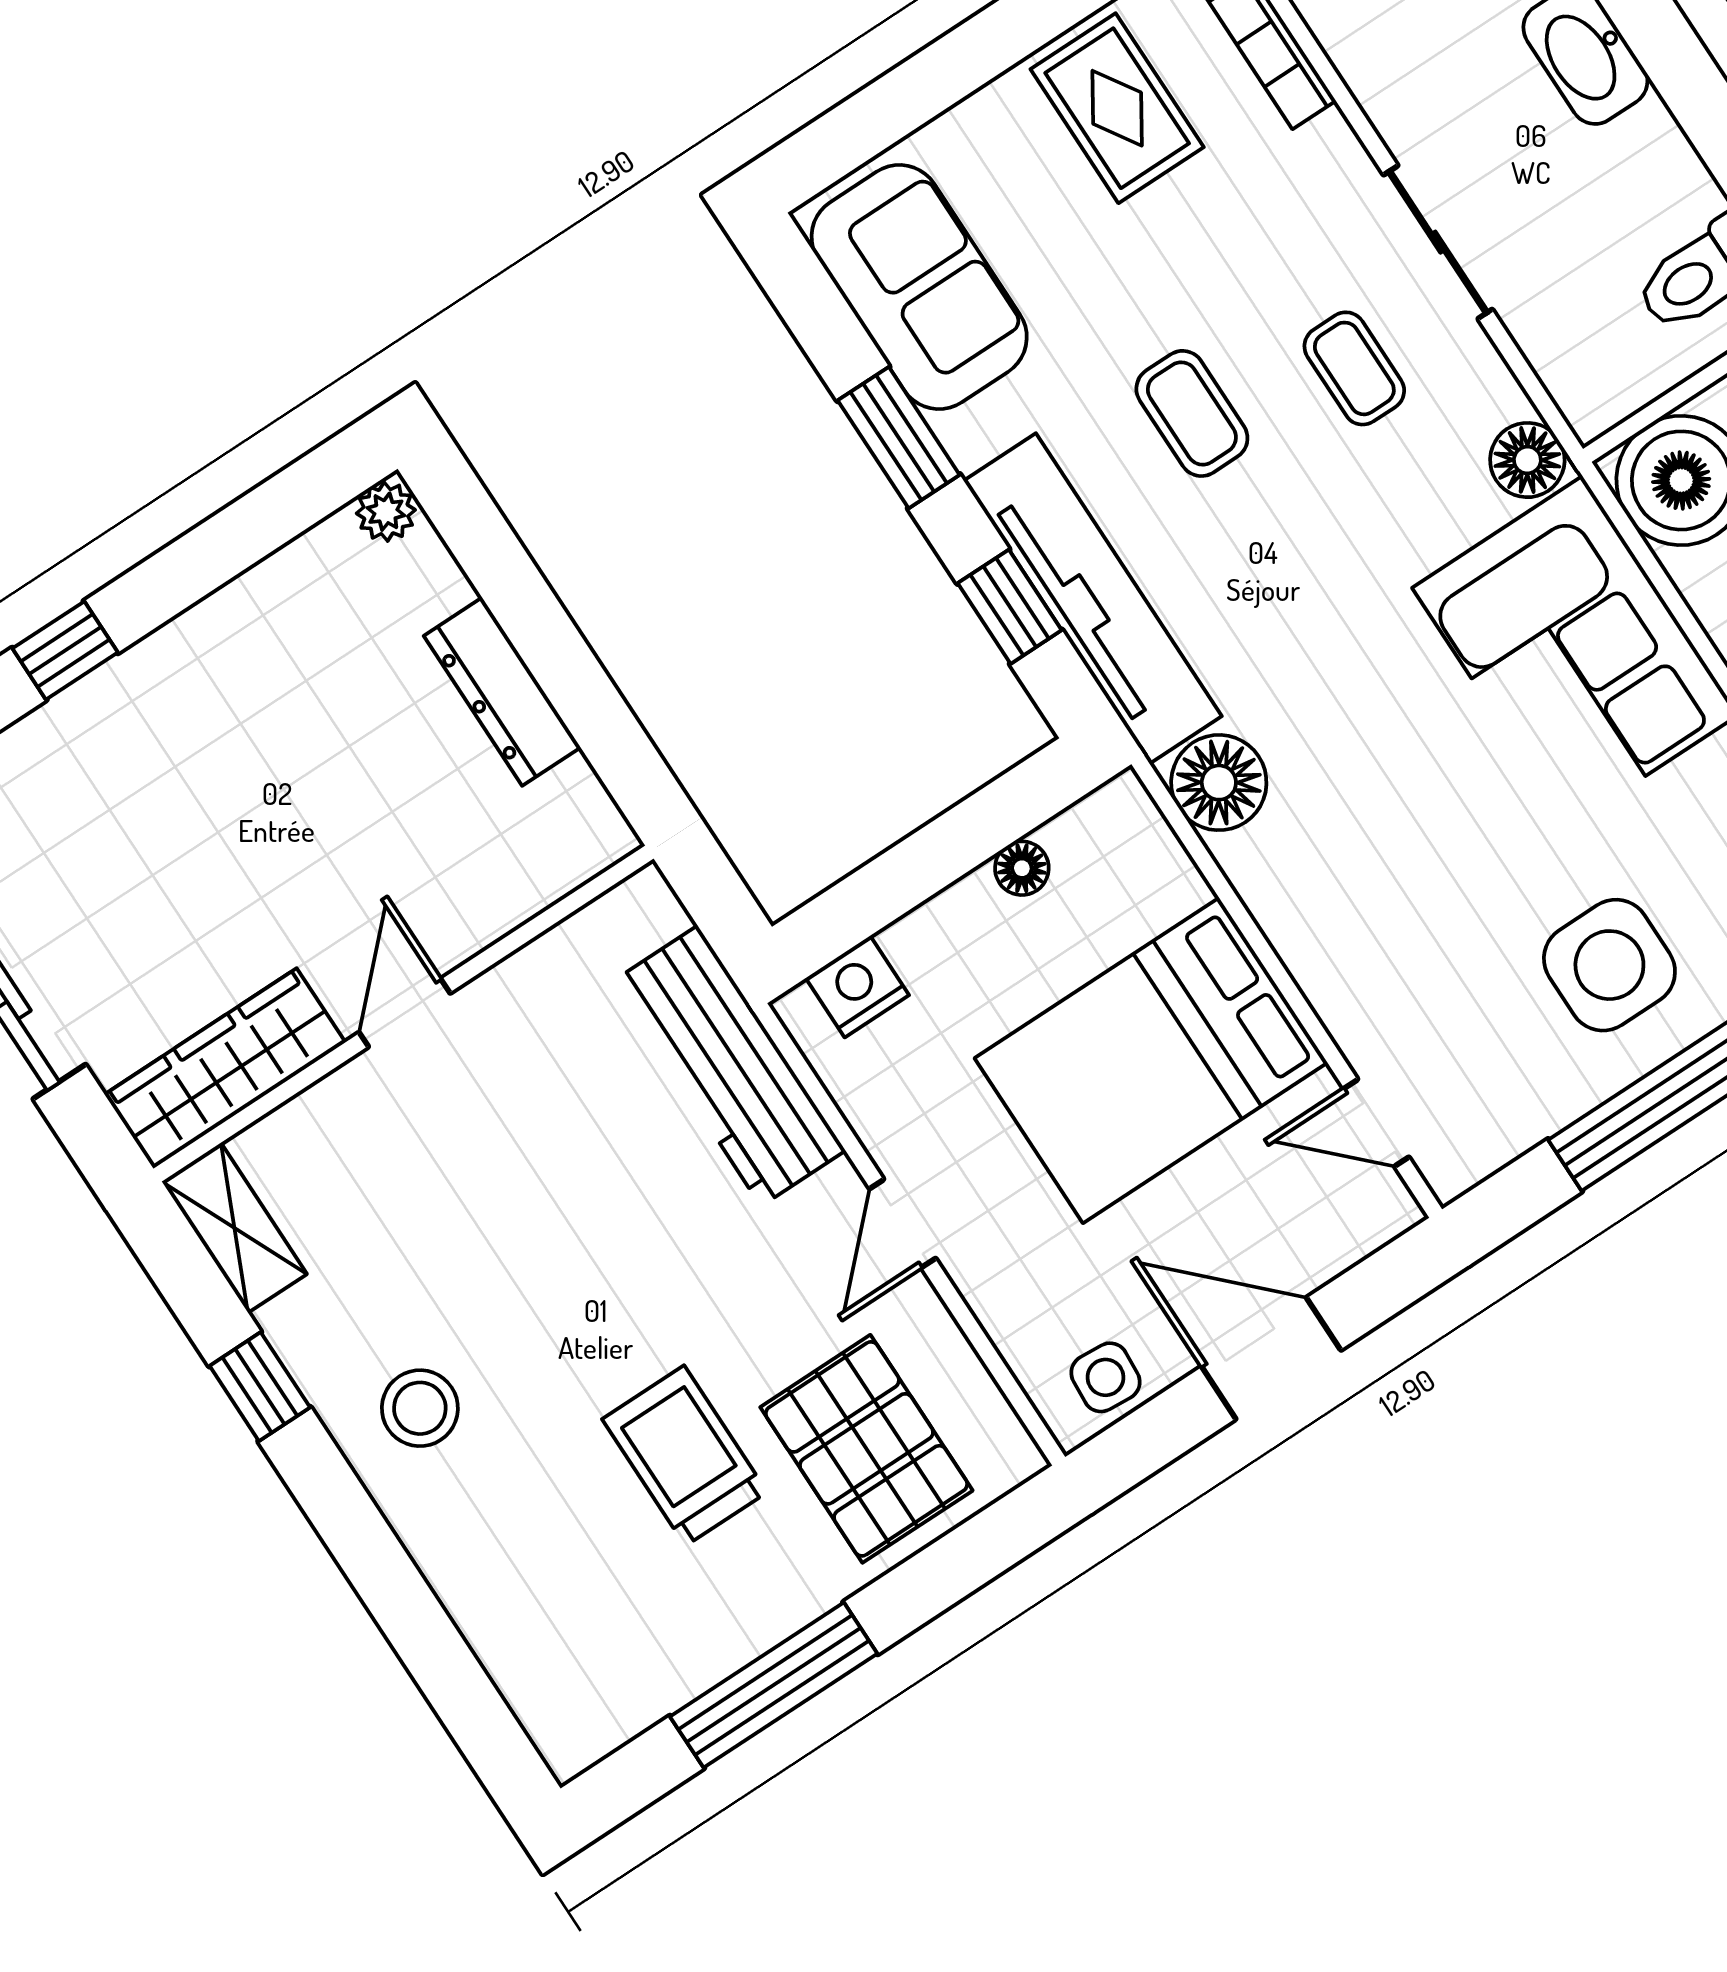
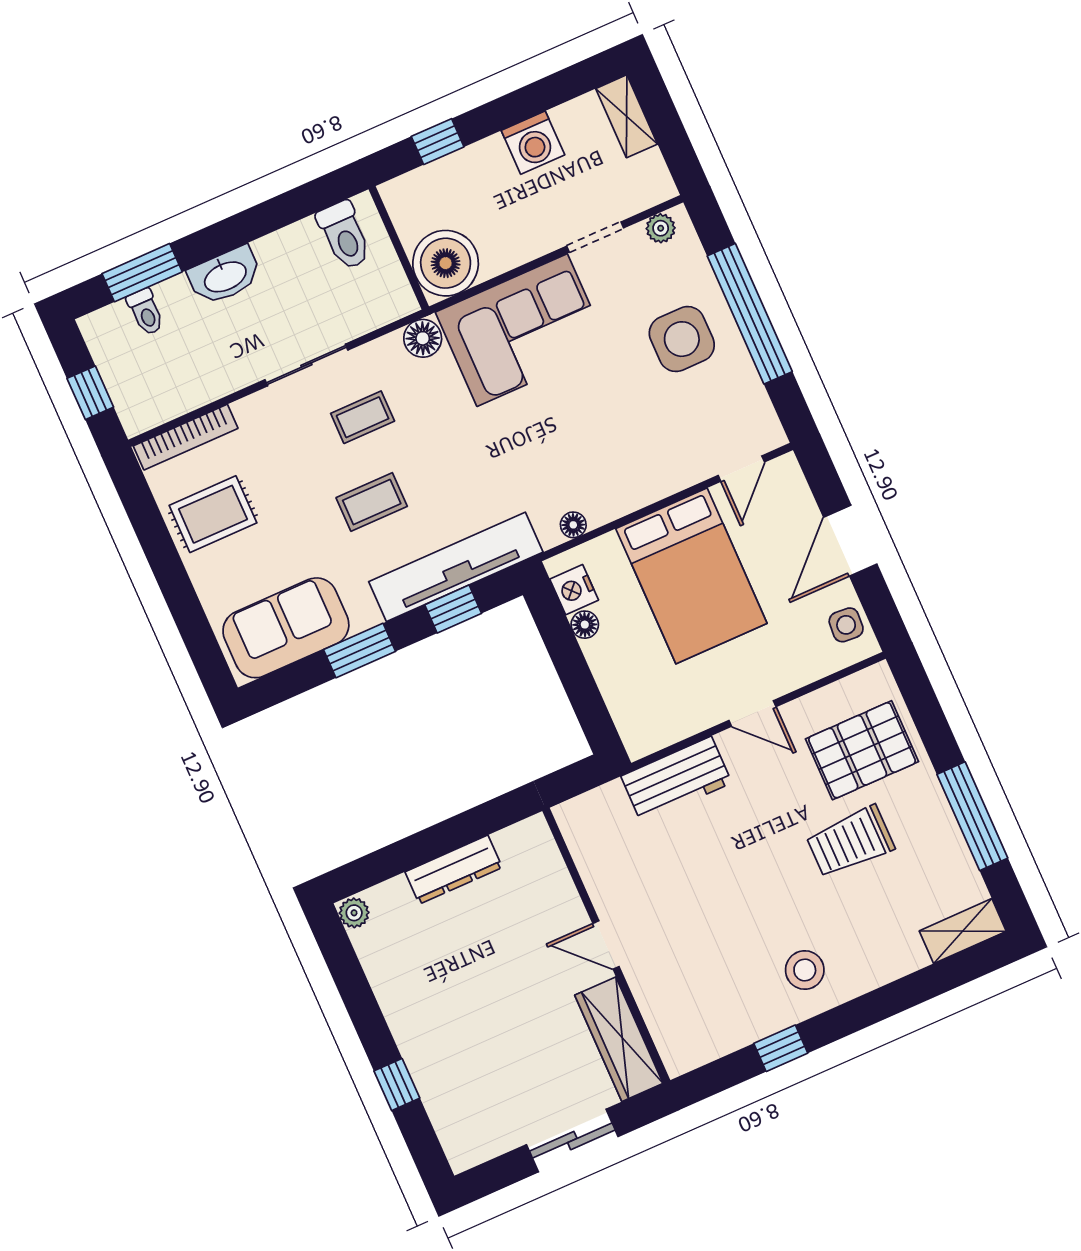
floor lamp: (1219, 783) -> (573, 525), width x0.53, depth x0.53
nightstand: (857, 987) -> (574, 590), moved
workbench: (729, 1066) -> (676, 780), width x0.73
shelving: (234, 1228) -> (963, 931), moved

